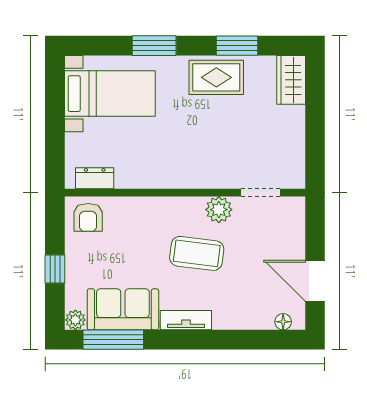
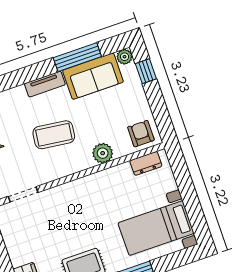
plant: (219, 210) -> (103, 153), moved
window: (55, 269) -> (146, 71), moved
window: (113, 340) -> (77, 57), moved

